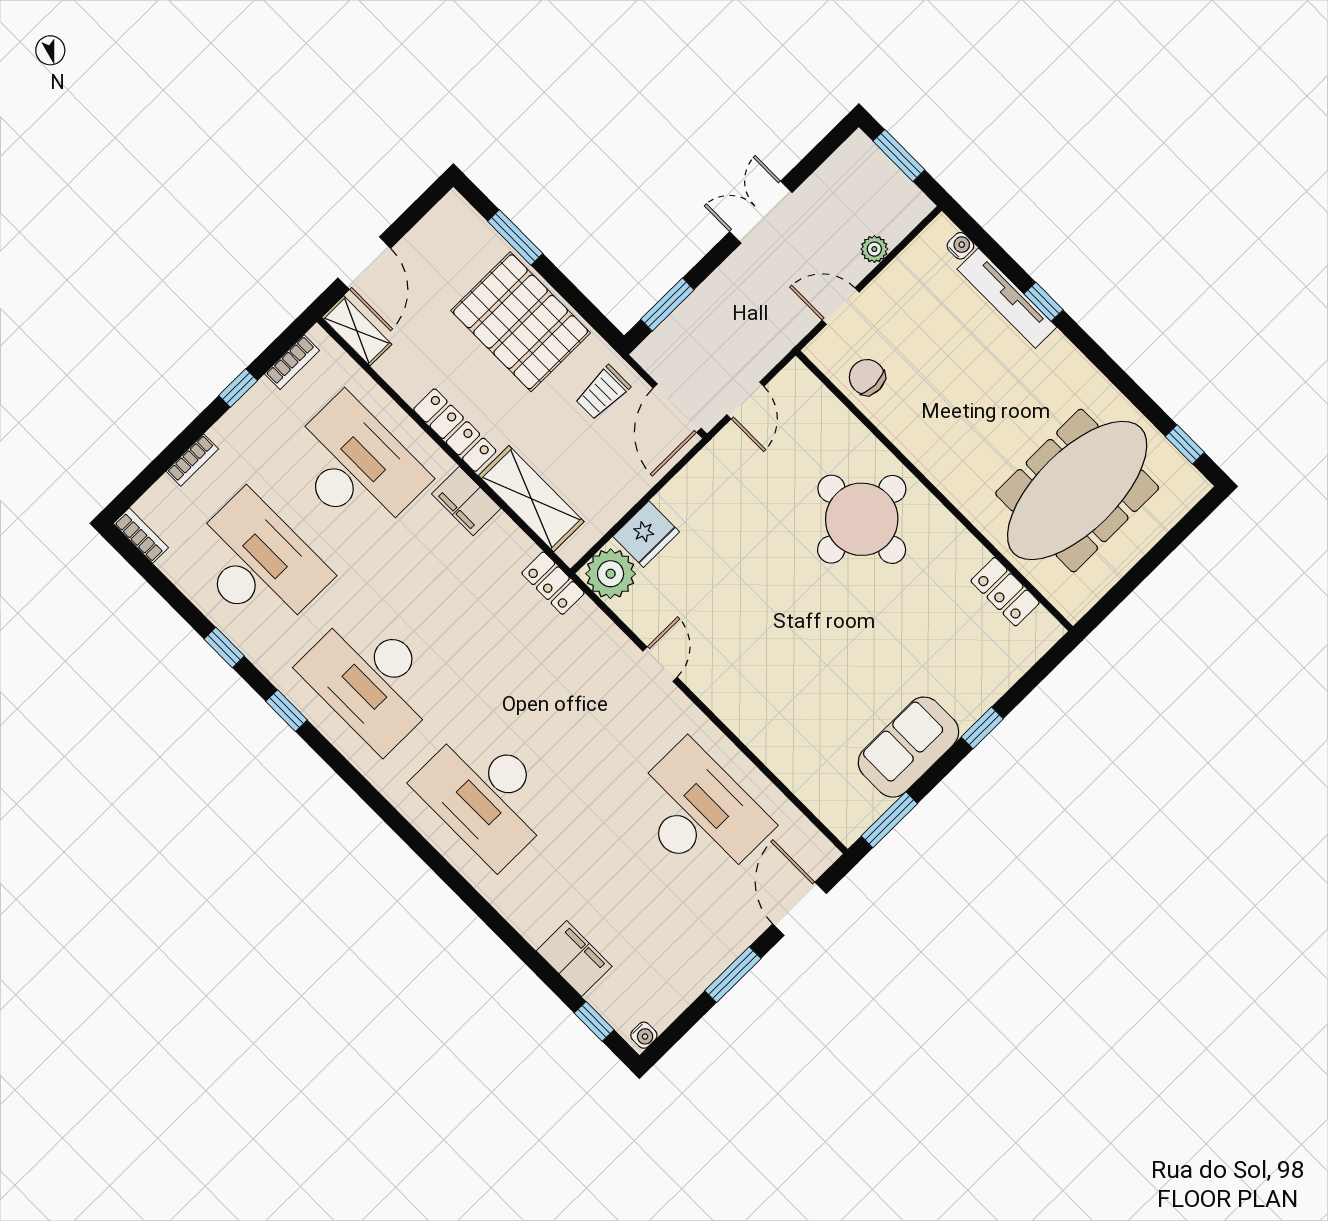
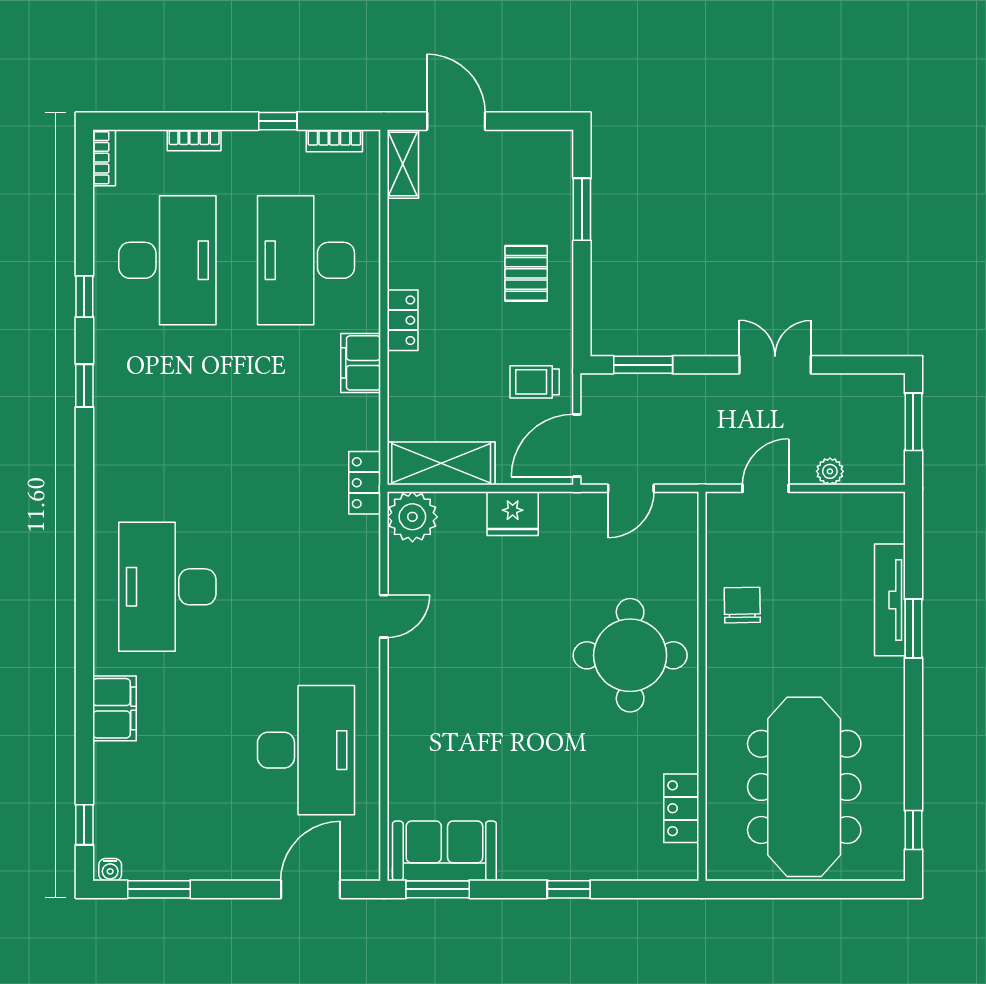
water cooler: (960, 246) -> (894, 530), removed
door: (364, 263) -> (456, 121), swing flipped
window: (1044, 302) -> (913, 629), width x1.50
door: (841, 306) -> (766, 488), hinge flipped
pallet: (521, 322) -> (526, 273), width x0.49, depth x0.50
chair: (867, 377) -> (742, 605), moved
locker: (455, 430) -> (403, 320), width x0.66
desk: (356, 467) -> (306, 260), turned 180
meeting table: (1077, 491) -> (804, 787), turned 90
shelving: (531, 499) -> (441, 463), moved, turned 90
fridge: (646, 534) -> (513, 514), moved
desk: (372, 679) -> (167, 424), removed
sofa: (908, 747) -> (444, 851), moved
filing cabinet: (574, 959) -> (114, 708), moved
window: (733, 975) -> (159, 889), moved

